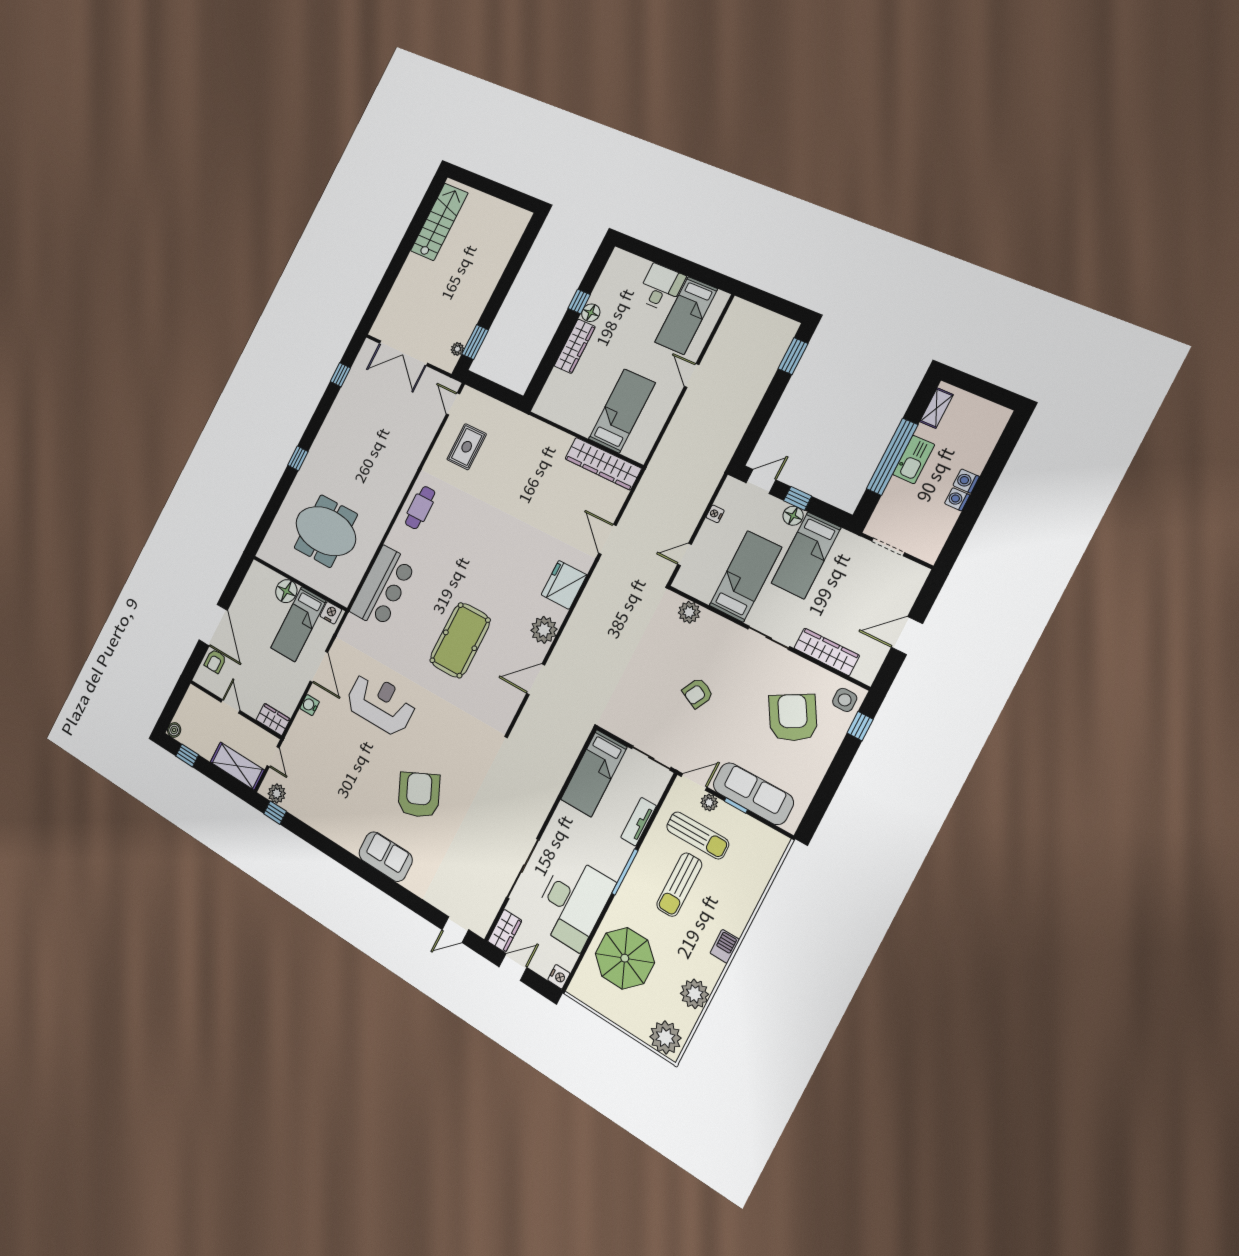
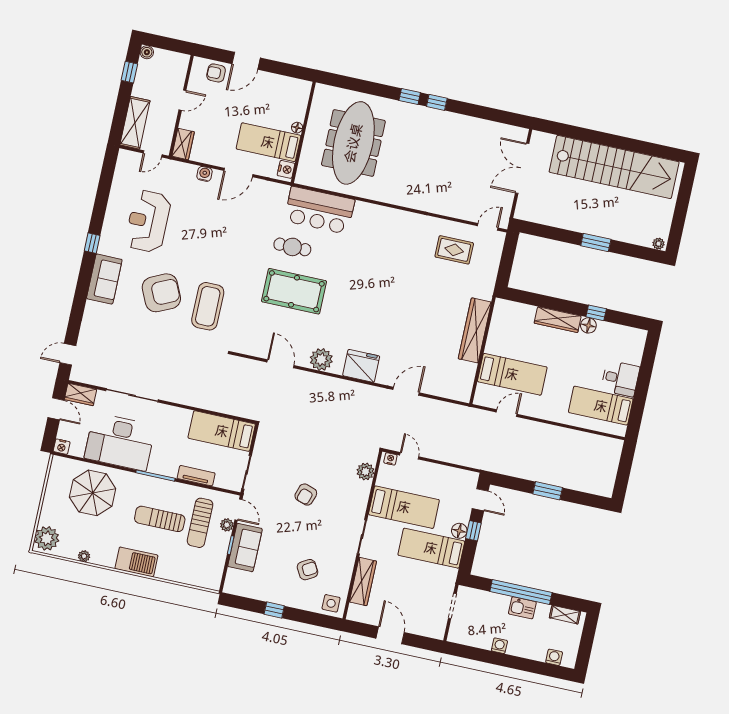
stairs: (439, 222) -> (614, 167), width x1.86, depth x1.51
window: (475, 342) -> (596, 242), moved
plant: (457, 349) -> (658, 244), moved
window: (793, 356) -> (548, 491), moved
window: (340, 375) -> (437, 102), moved
door: (692, 376) -> (507, 413), moved
kitchen sink: (914, 460) -> (522, 608), width x0.73
wardrobe: (603, 464) -> (475, 330), moved
washing machine: (966, 481) -> (554, 657), moved
cafe table: (420, 508) -> (292, 247), moved
nightstand: (715, 514) -> (390, 459), moved
meeting table: (326, 531) -> (353, 143), width x1.36
floor lamp: (286, 591) -> (297, 128), width x0.53, depth x0.53
door: (213, 625) -> (246, 61), width x0.73
armchair: (698, 693) -> (306, 495), turned -99
reception desk: (381, 703) -> (148, 221), moved, turned 180
armchair: (793, 718) -> (308, 570), width x0.53, depth x0.53
window: (860, 726) -> (274, 610), moved
coffee table: (448, 745) -> (208, 306), added
plant: (277, 794) -> (124, 167), removed
sofa: (753, 794) -> (245, 548), width x0.73
window: (275, 813) -> (92, 243), moved
door: (455, 930) -> (68, 354), hinge flipped
barbecue: (725, 946) -> (136, 562), width x1.88, depth x1.53
plant: (695, 994) -> (84, 556), width x0.53, depth x0.53

